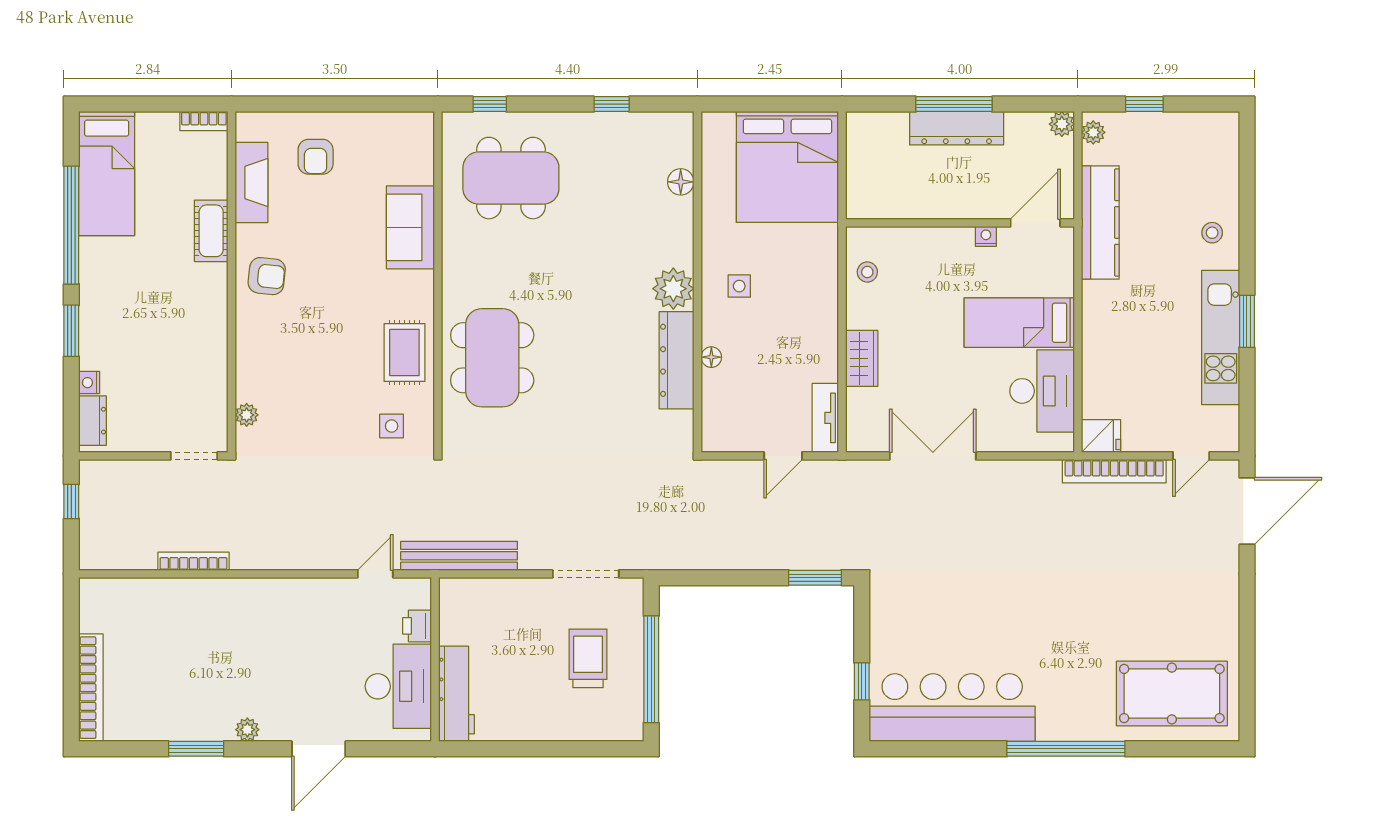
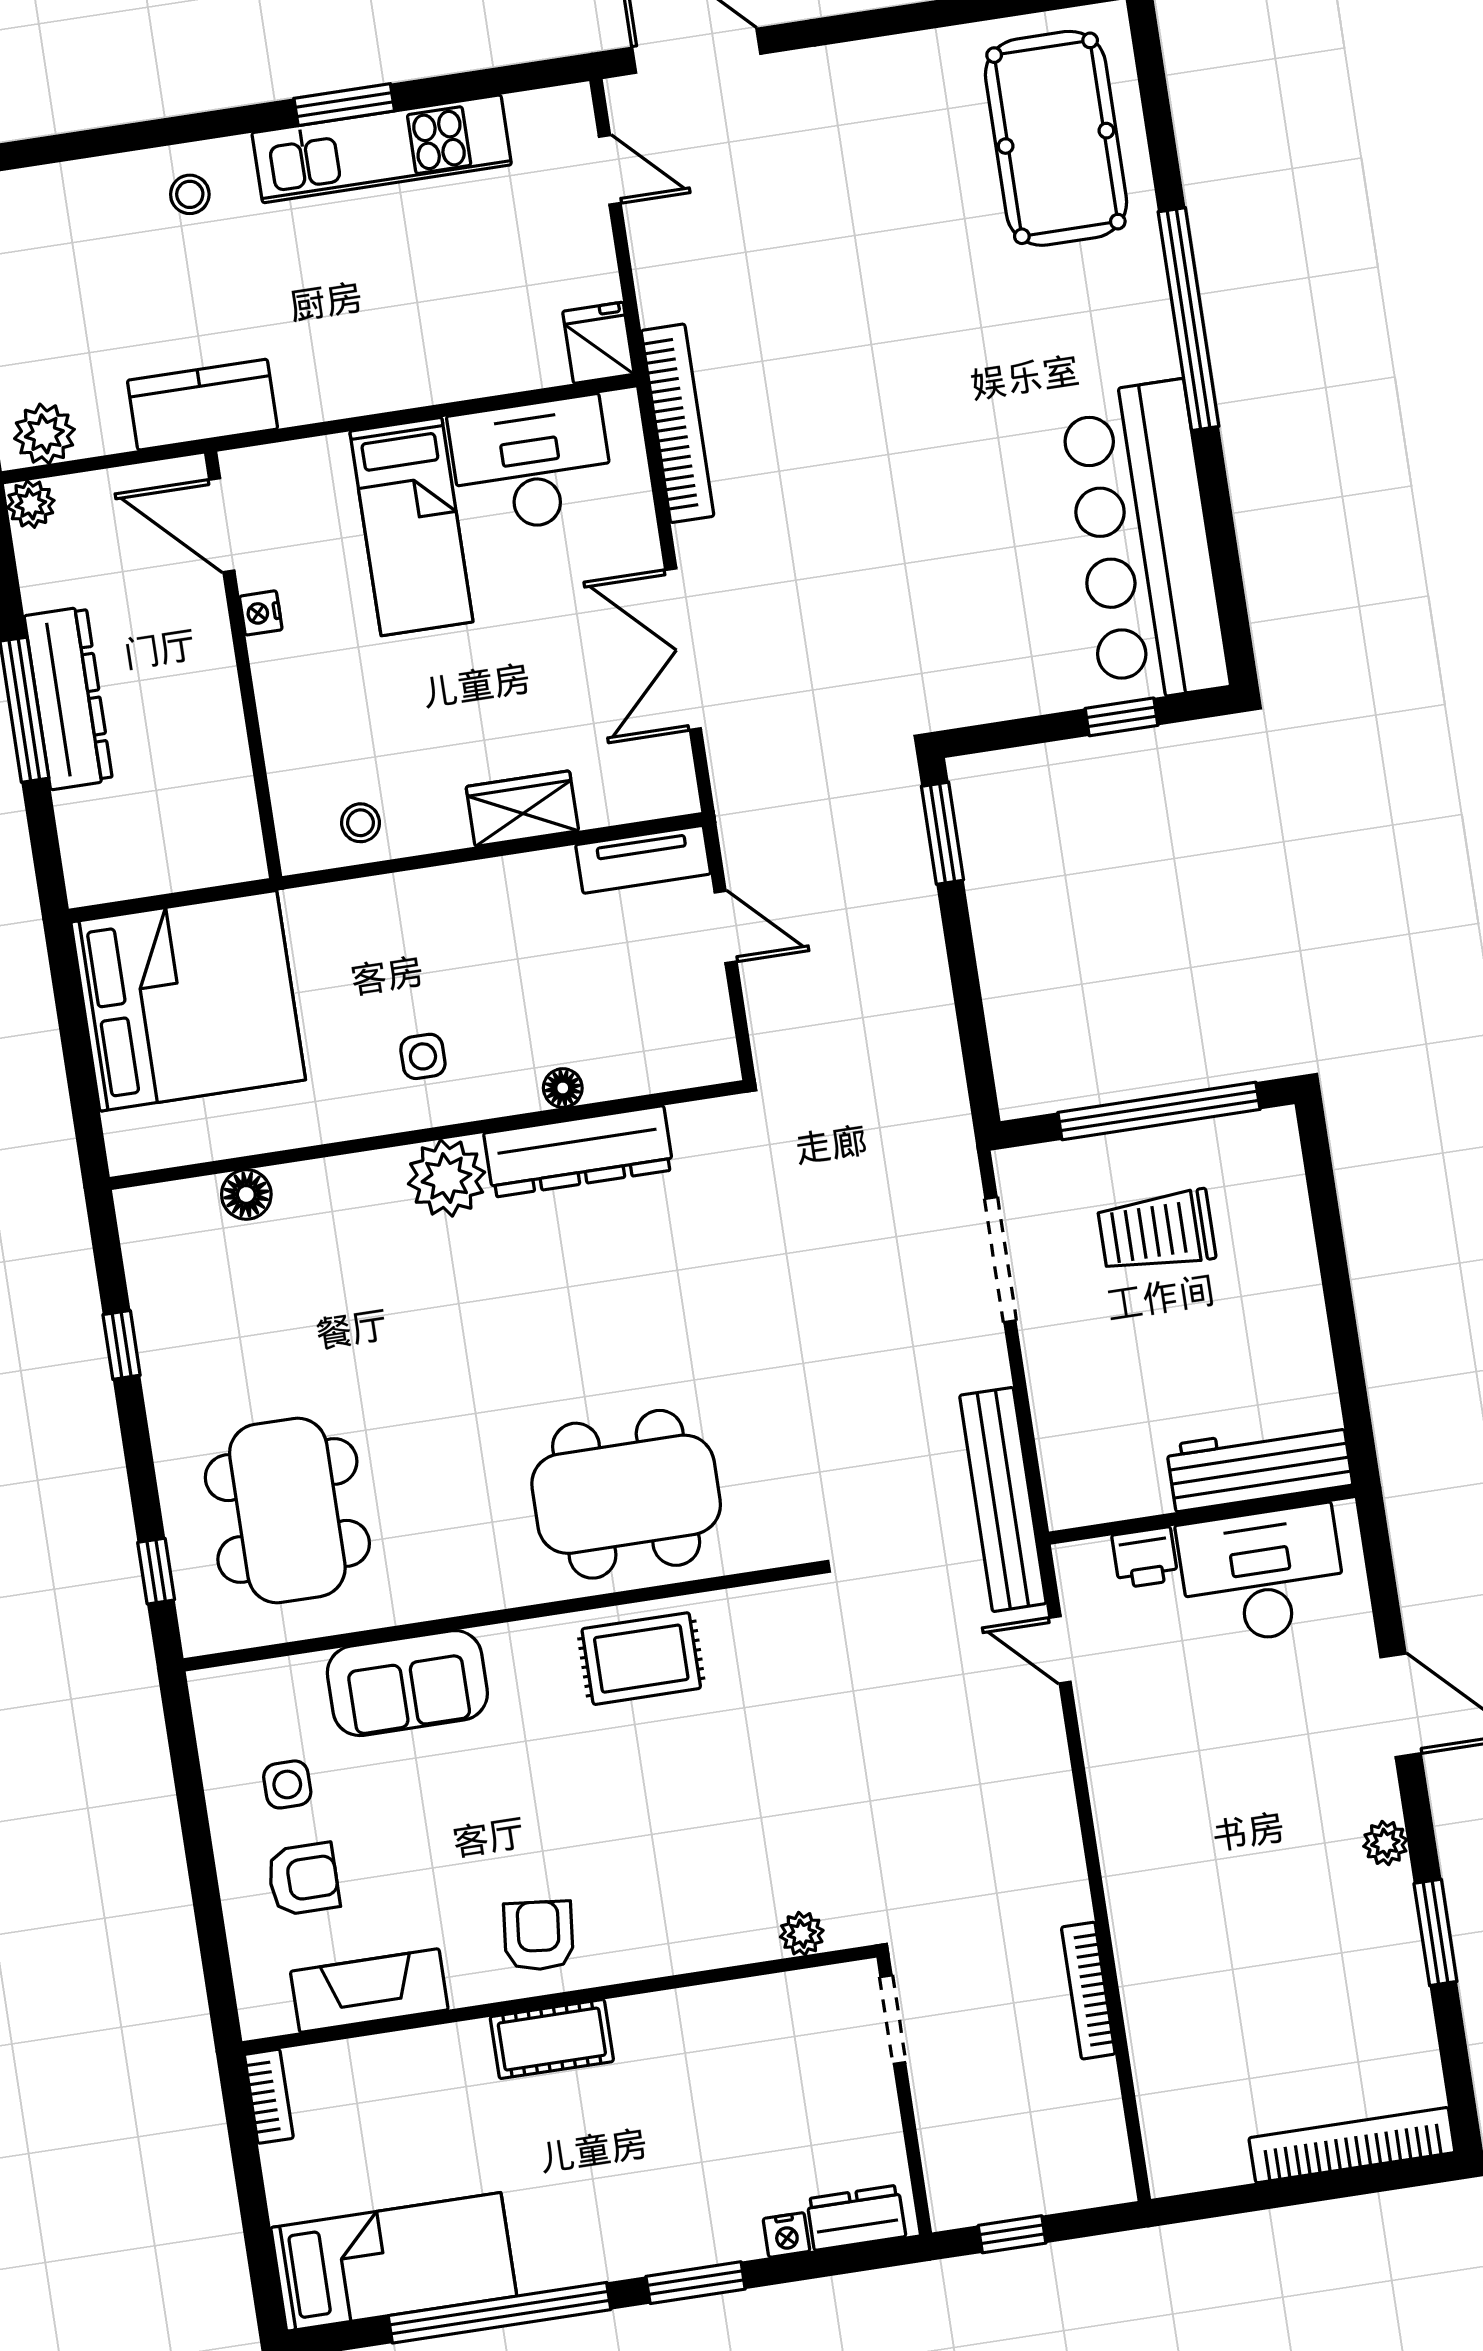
plant: (1093, 132) -> (44, 434), width x1.38, depth x1.38
kitchen counter: (1100, 222) -> (203, 405), width x0.67
cot: (211, 231) -> (552, 2039), moved
side table: (392, 426) -> (287, 1784), moved
bookcase: (1114, 471) -> (678, 423), moved

